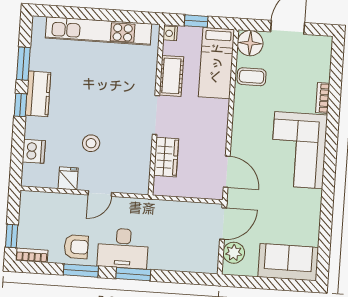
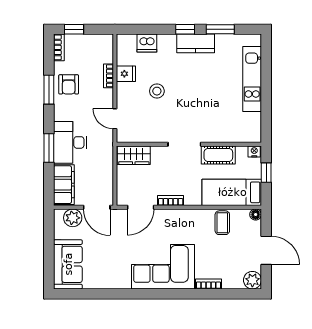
kitchen unit: (99, 31) -> (252, 79), width x0.73
floor lamp: (250, 43) -> (256, 215), width x0.53, depth x0.53
plant: (322, 46) -> (252, 280), added
bookcase: (221, 136) -> (171, 200), added
wardrobe: (166, 157) -> (134, 155), moved
door: (100, 194) -> (115, 119), moved
bookcase: (69, 199) -> (109, 76), added
desk: (123, 248) -> (70, 142), moved
filing cabinet: (194, 260) -> (64, 185), added
window: (133, 274) -> (49, 148), moved

